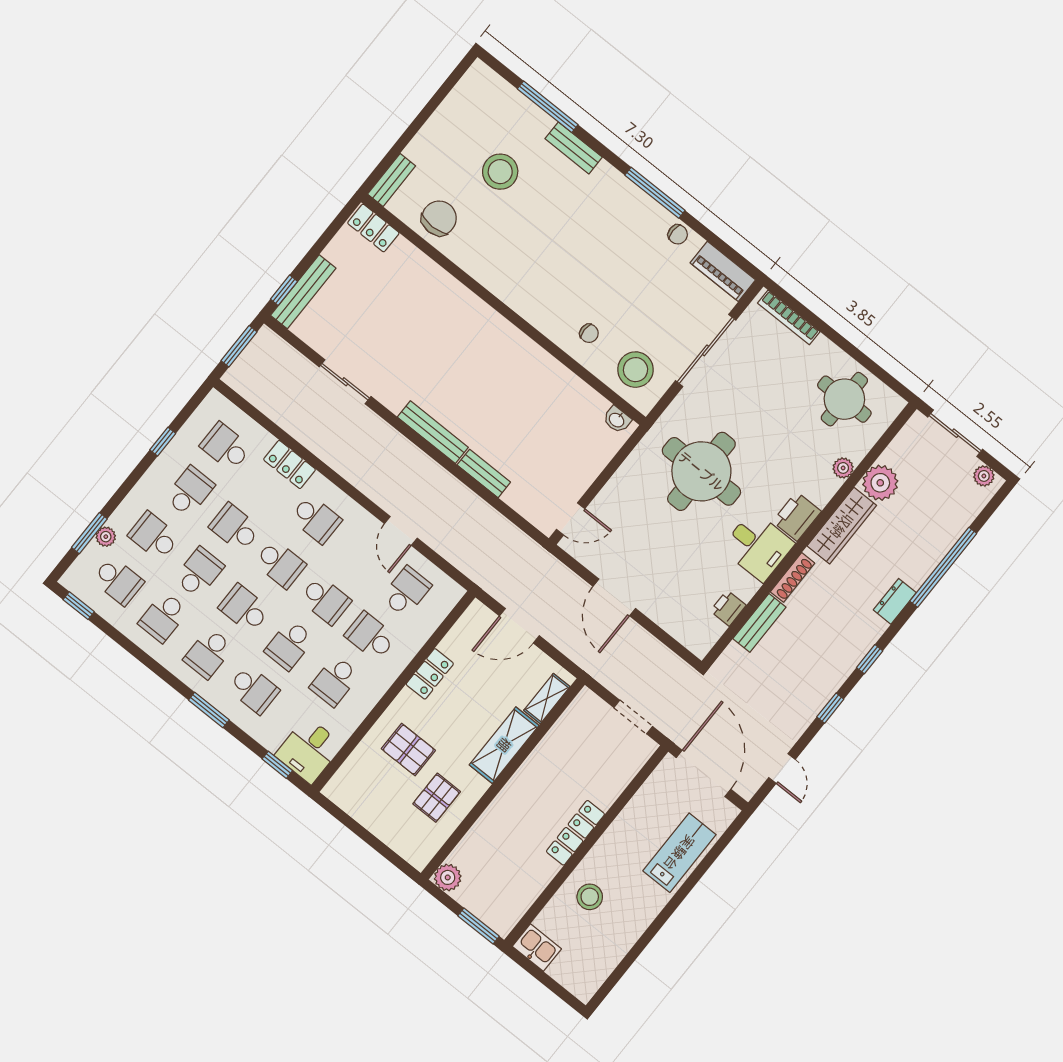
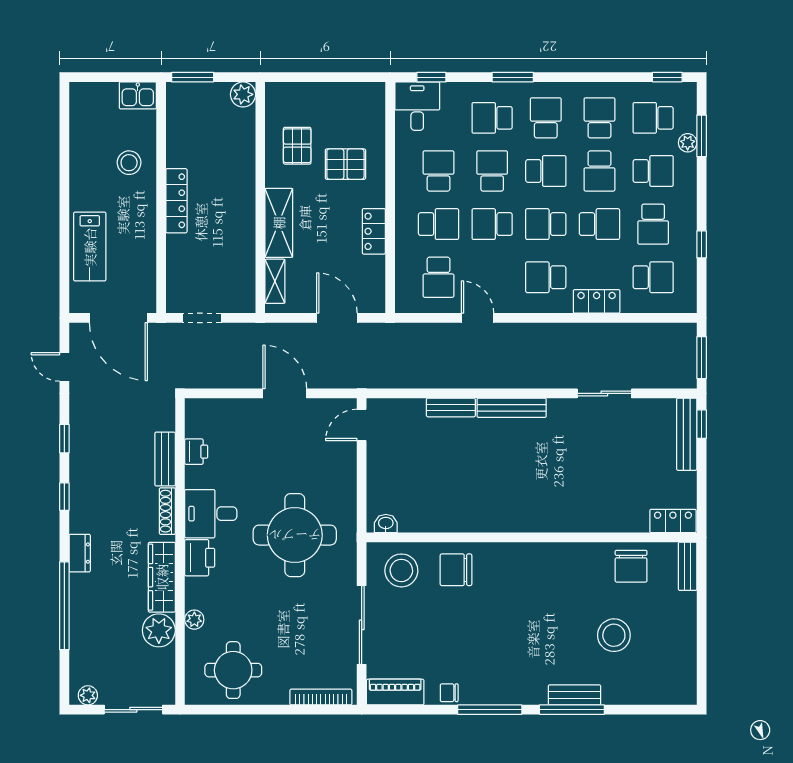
window: (548, 107) -> (572, 710), moved
chair: (589, 333) -> (456, 570), width x1.87, depth x1.87
door: (519, 626) -> (337, 318), hinge flipped

